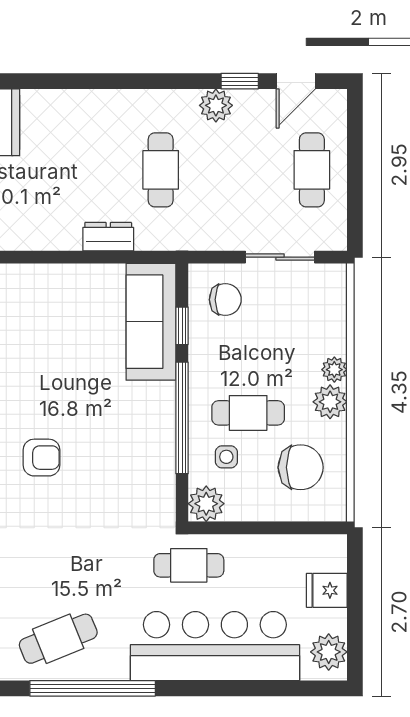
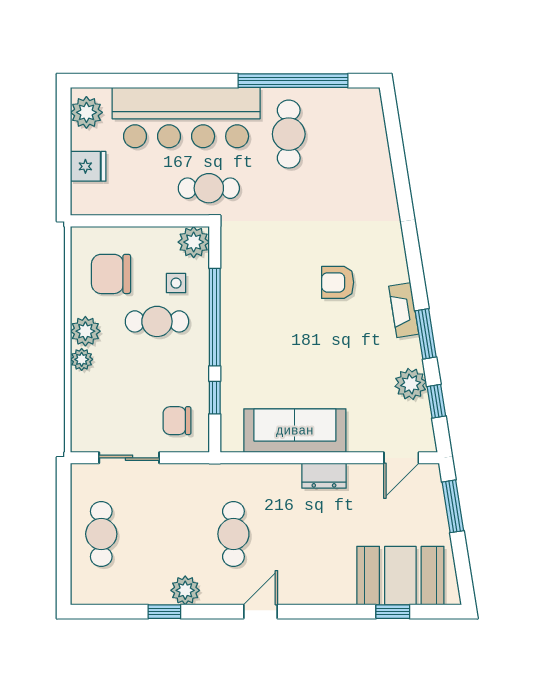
door: (296, 81) -> (261, 612), moved
dresser: (108, 237) -> (324, 476), moved
sofa: (151, 322) -> (295, 431), moved, turned -90
cafe table: (58, 639) -> (289, 134), moved, turned -68

